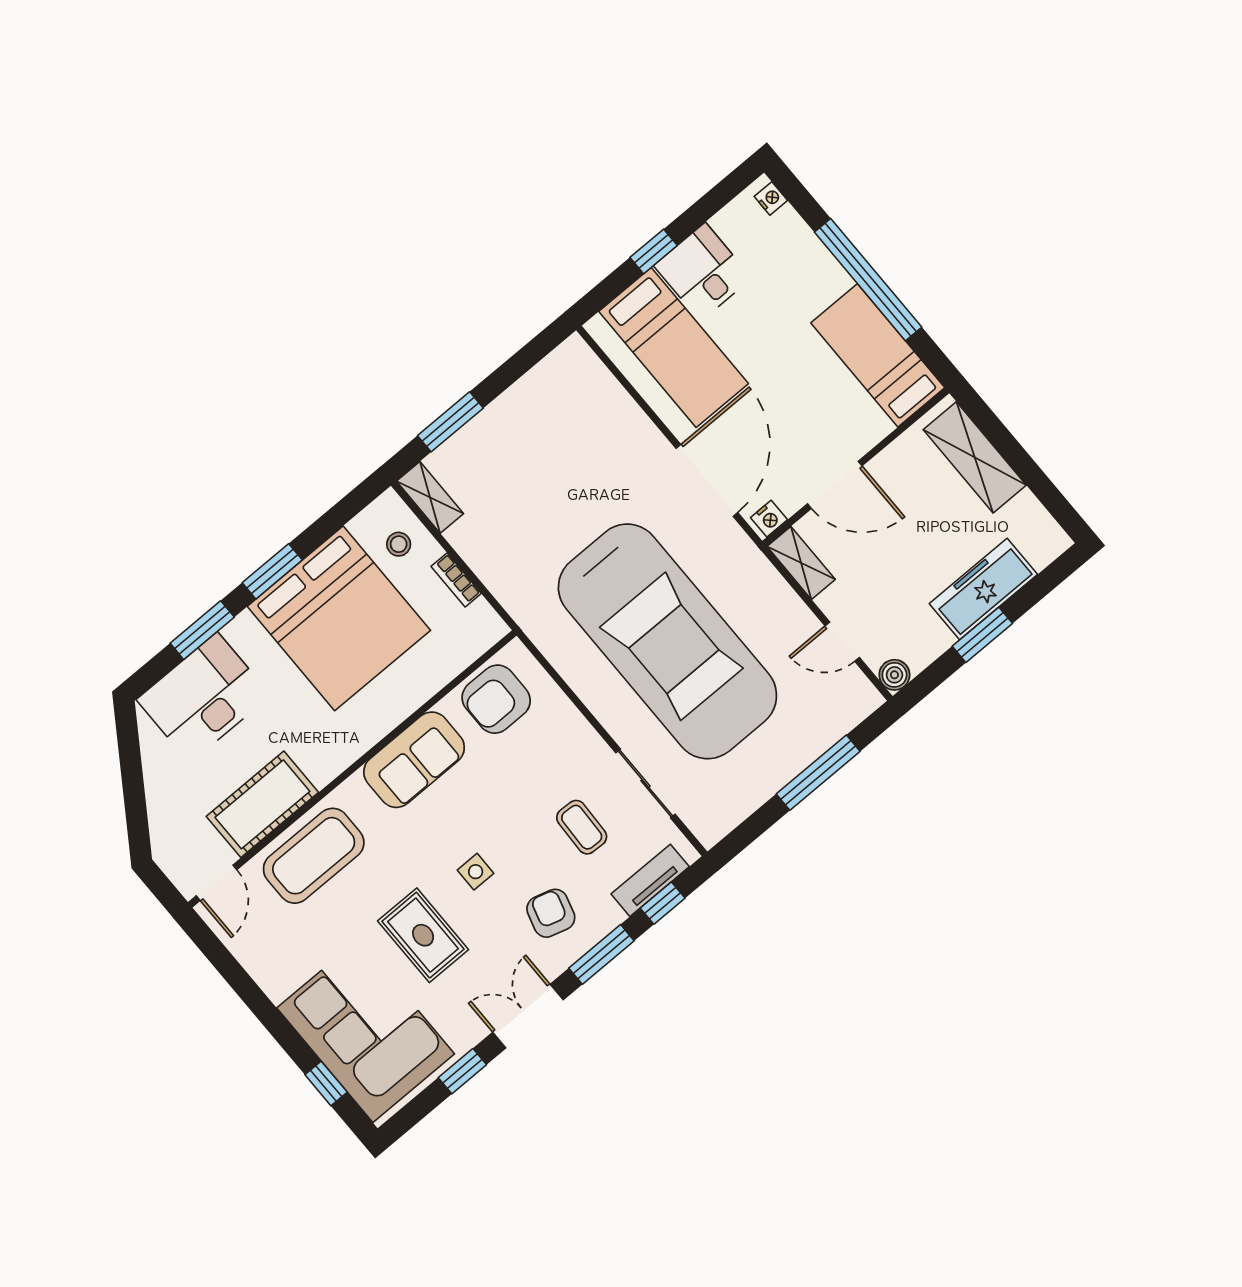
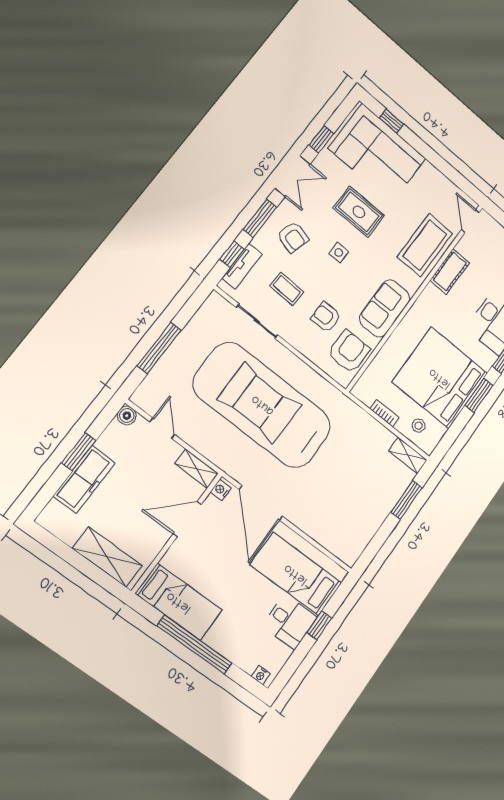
door: (842, 642) -> (162, 428), hinge flipped
armchair: (523, 766) -> (326, 317), added
cot: (262, 804) -> (450, 271), width x0.73, depth x0.75

